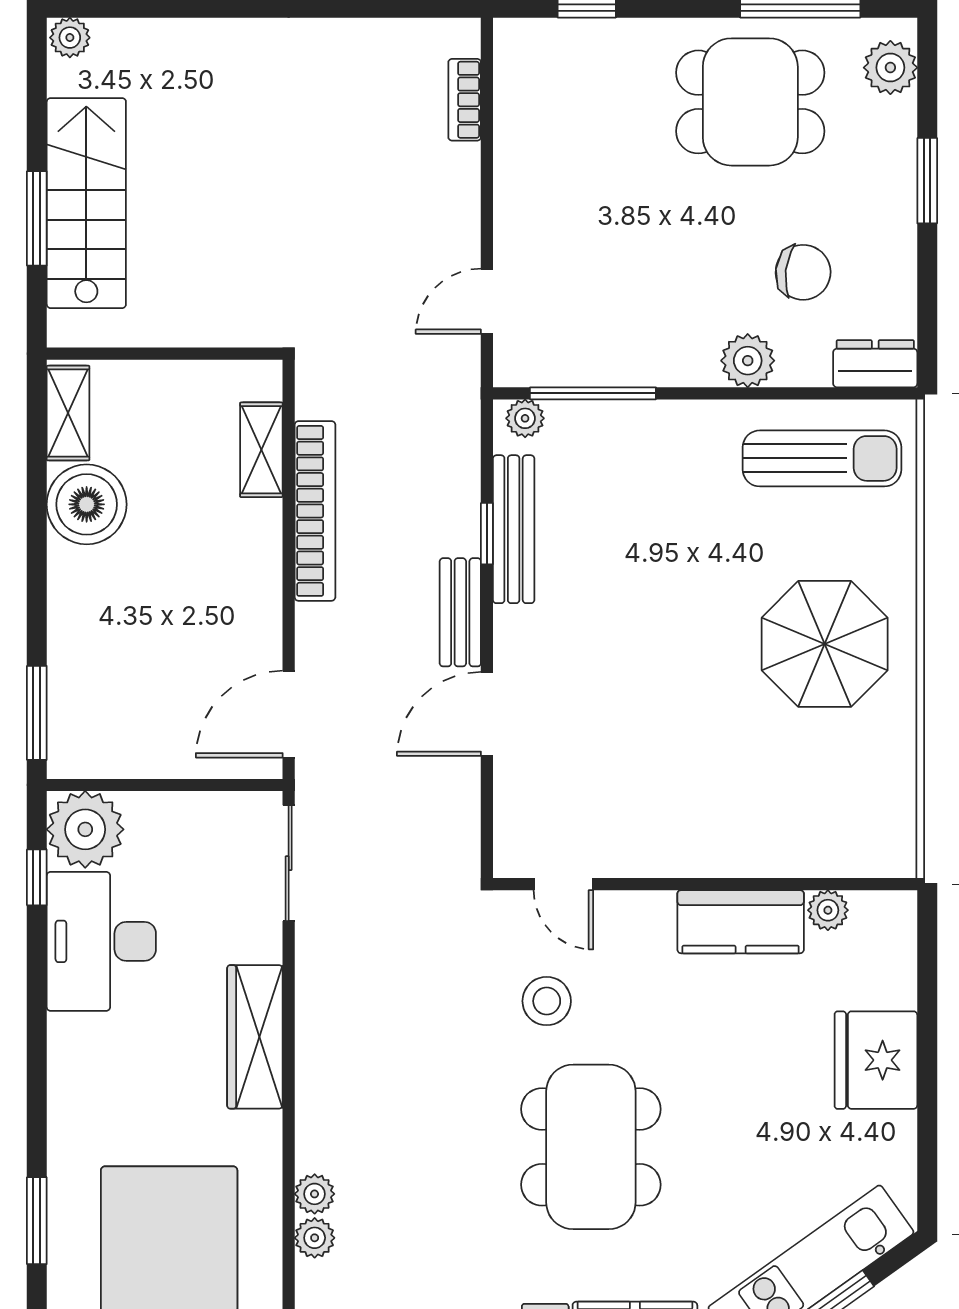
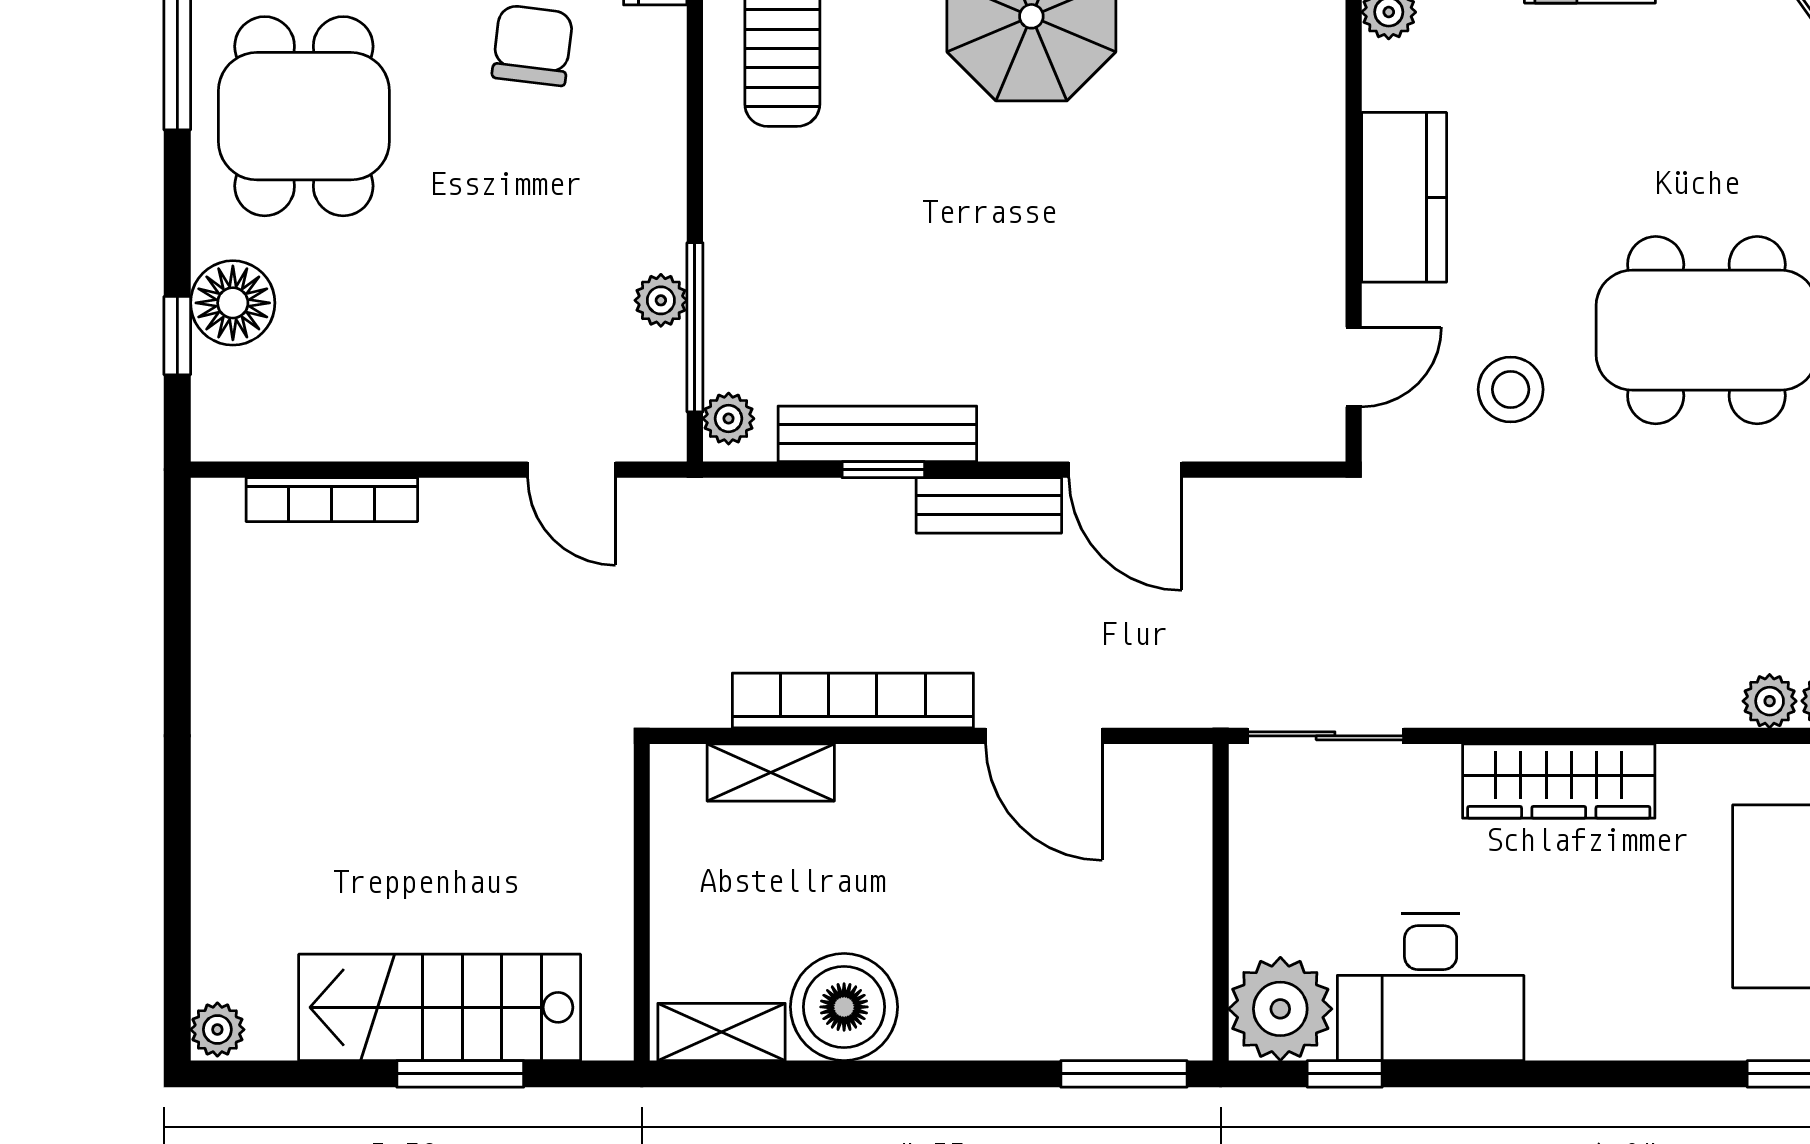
floor lamp: (611, 49) -> (233, 303), added
bookcase: (465, 100) -> (332, 500), width x1.56
plant: (748, 361) -> (661, 300), moved, width x0.73, depth x0.73
door: (289, 714) -> (1044, 736), moved
kitchen counter: (741, 922) -> (1404, 197), moved

